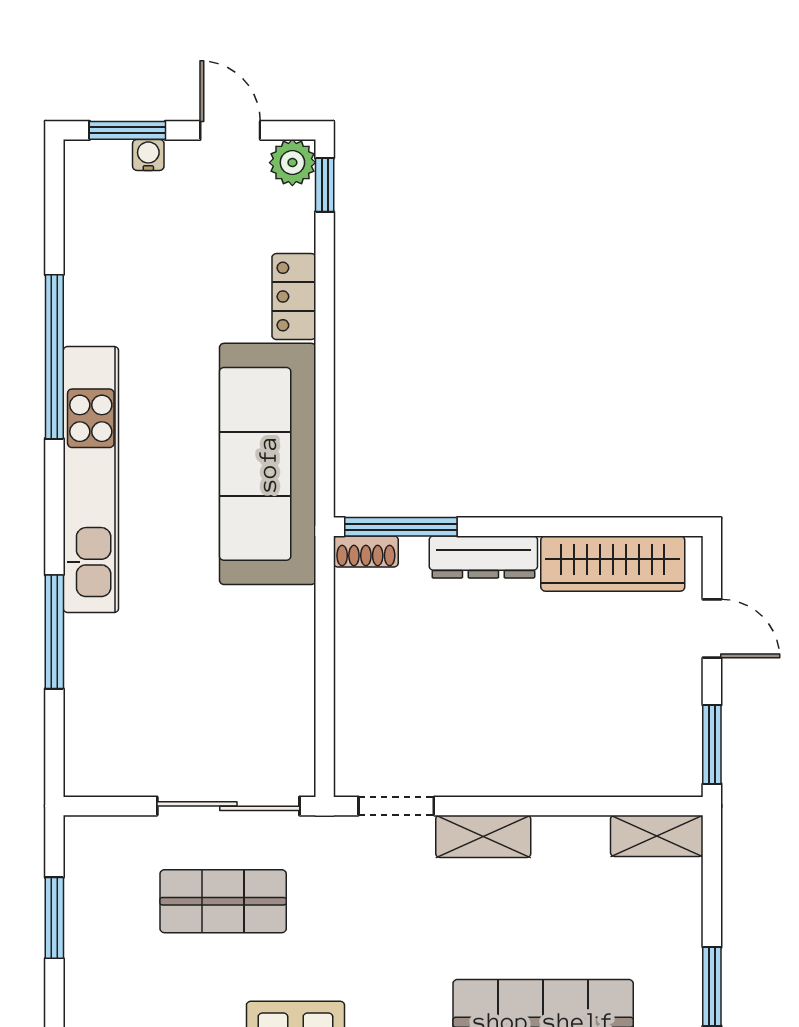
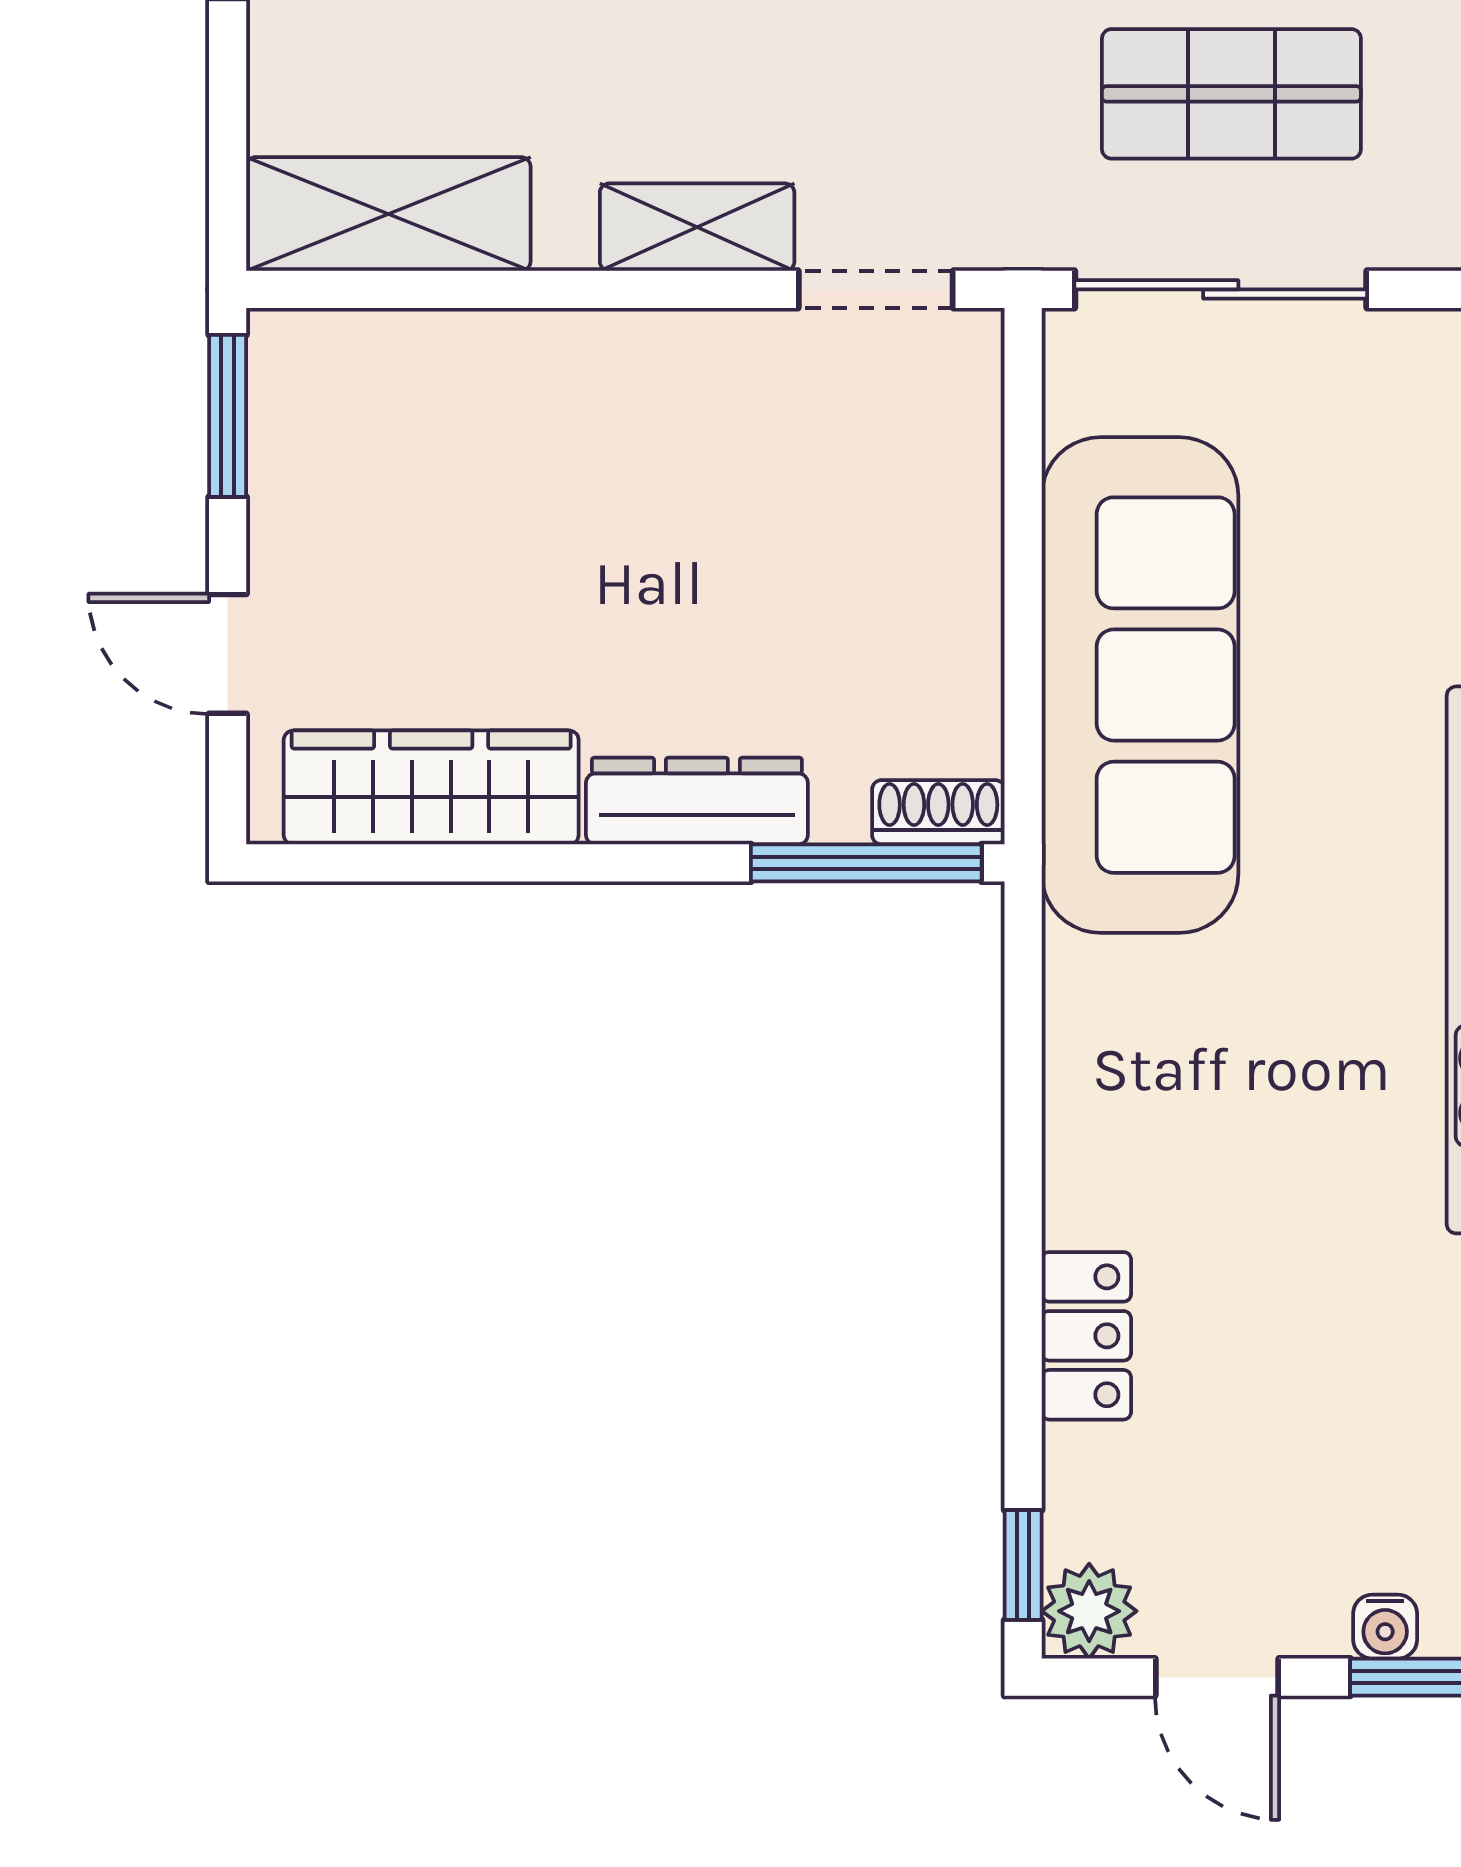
sofa: (268, 464) -> (1140, 685), moved
shelving: (657, 836) -> (388, 214), width x1.50, depth x1.33

